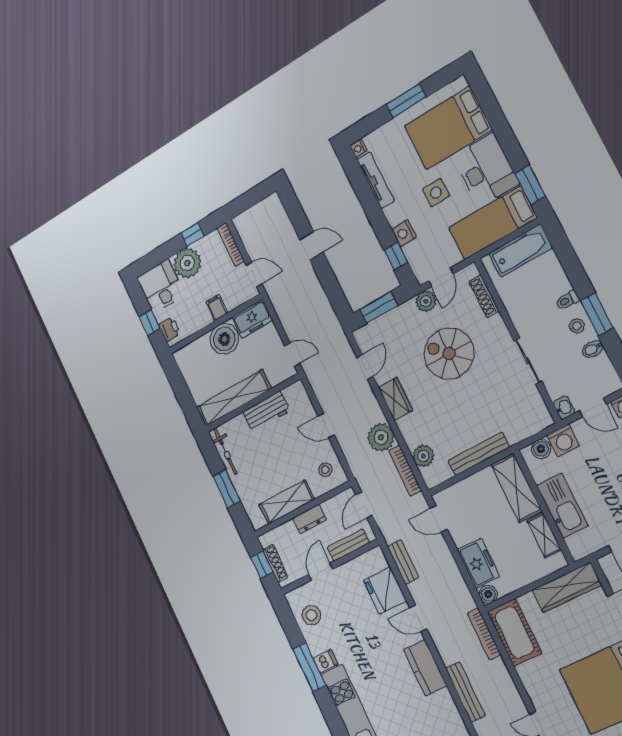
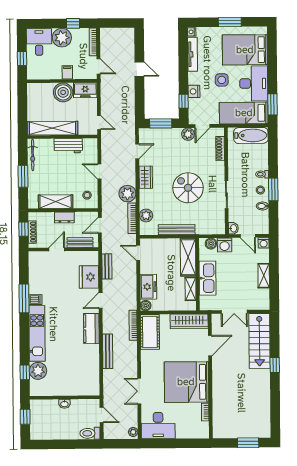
printer: (170, 329) -> (32, 69), removed
spiral stairs: (449, 353) -> (188, 188), moved
stool: (312, 615) -> (40, 271), removed
door: (418, 618) -> (101, 301), hinge flipped

